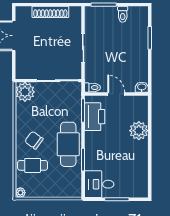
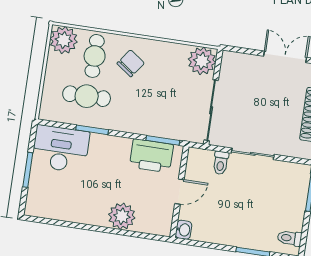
toilet: (123, 14) -> (290, 238), moved
toilet: (92, 88) -> (221, 163), moved
cafe table: (68, 144) -> (87, 96), moved, width x0.73, depth x0.74
desk: (99, 184) -> (61, 149), width x1.37
plant: (20, 193) -> (64, 40), width x1.88, depth x1.88

